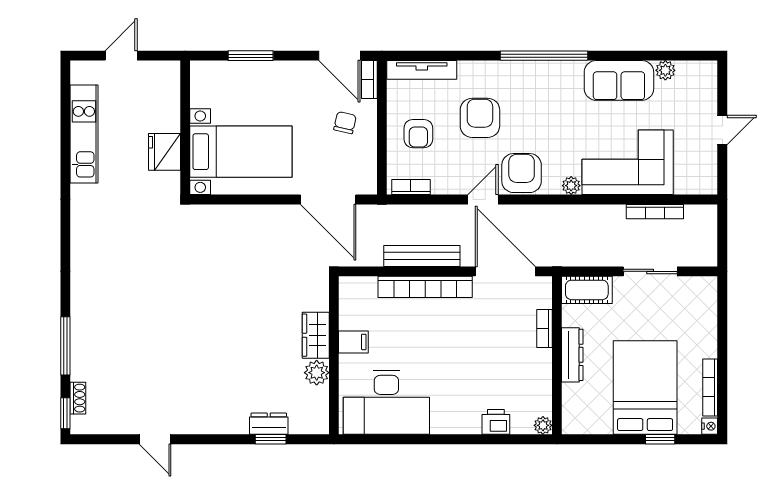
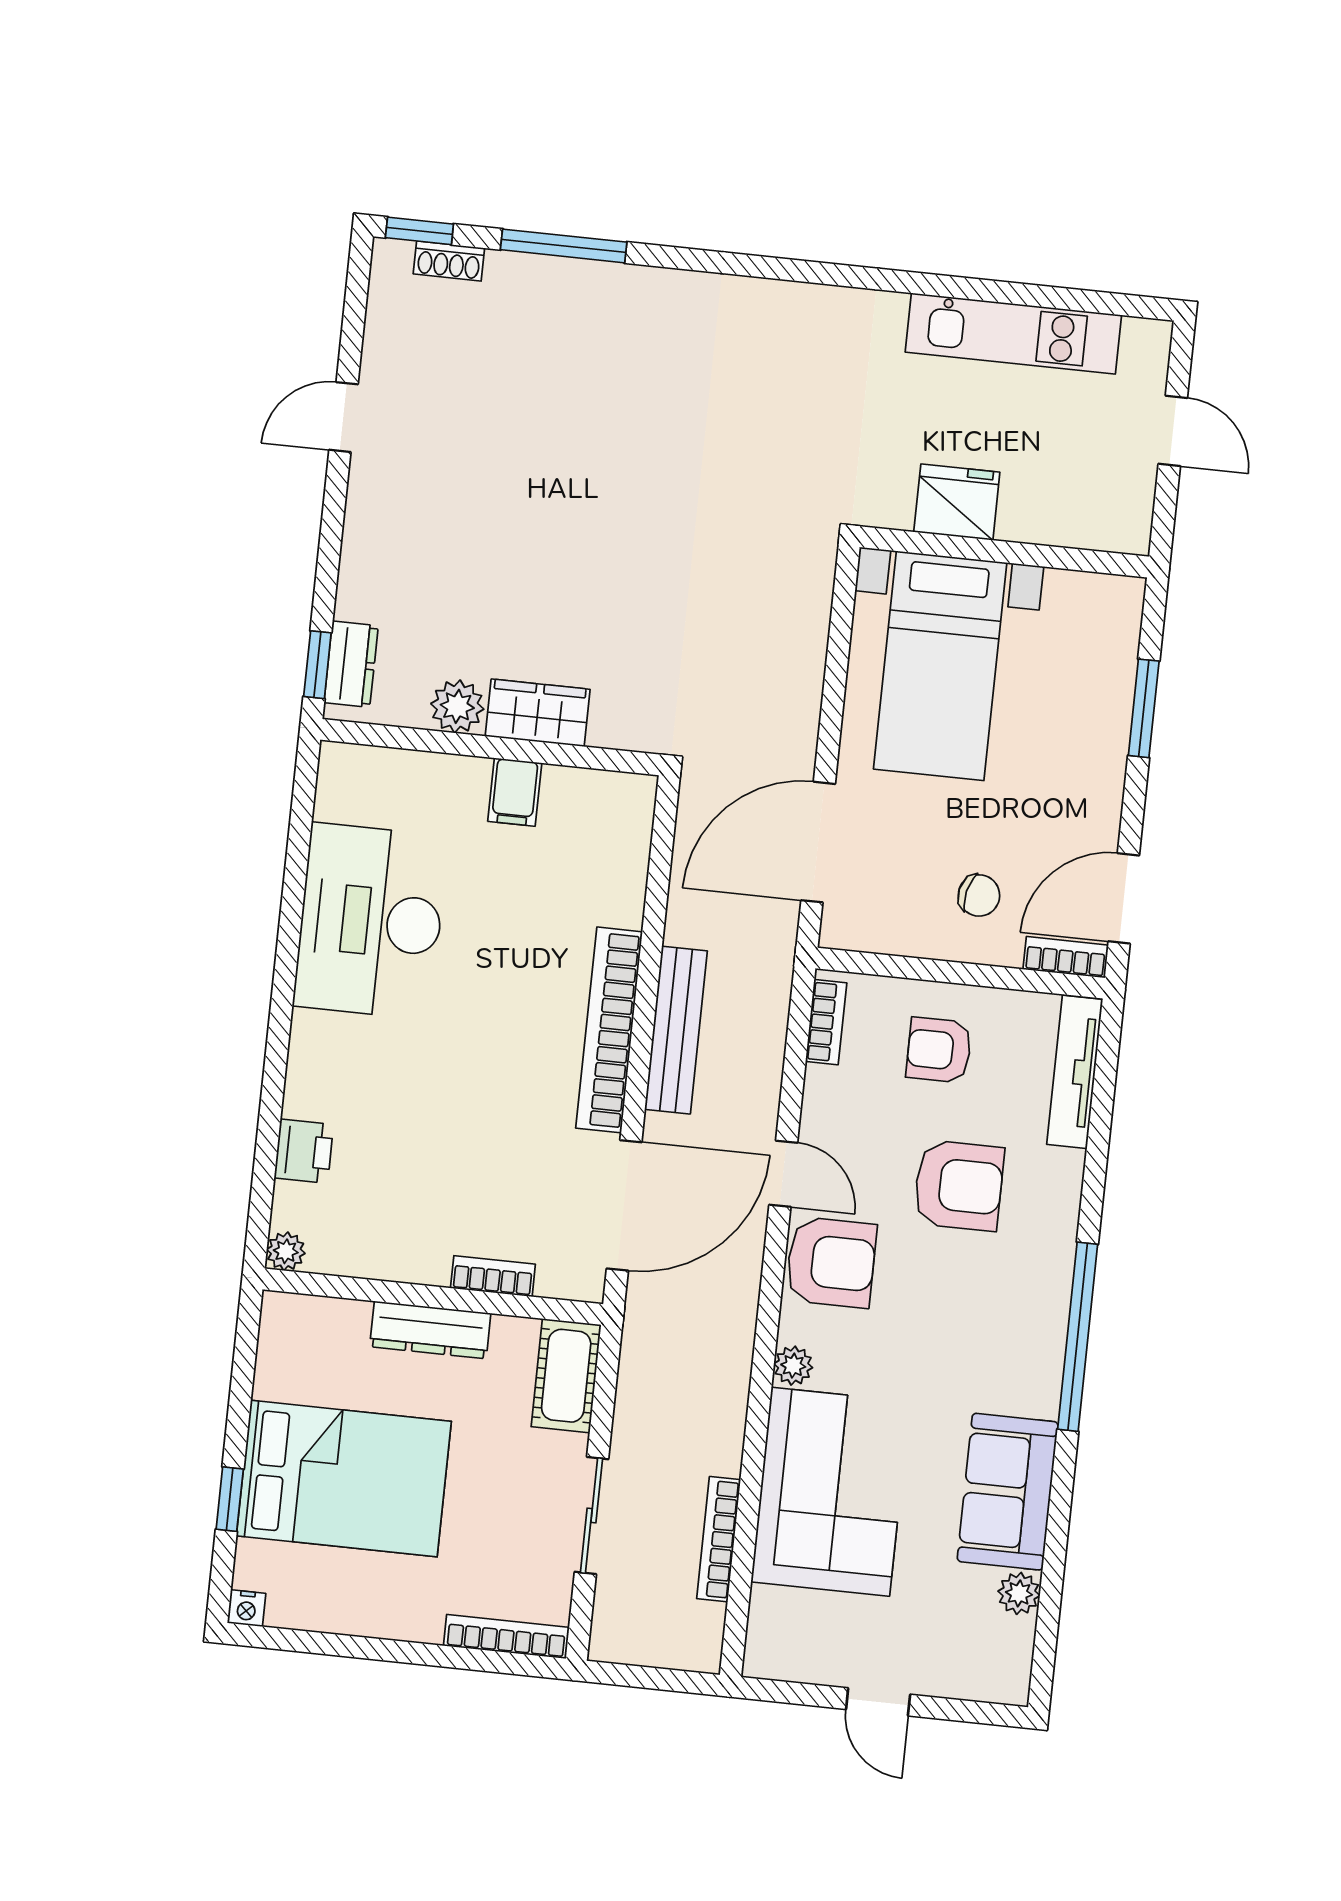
wardrobe: (316, 335) -> (538, 713), moved
filing cabinet: (353, 342) -> (515, 792), moved
wall: (334, 355) -> (491, 747), moved
plant: (317, 373) -> (457, 706), moved
bookcase: (710, 387) -> (506, 1637), moved

